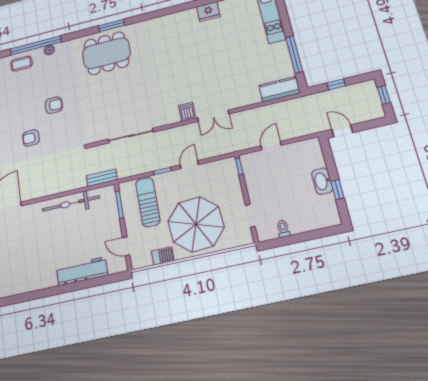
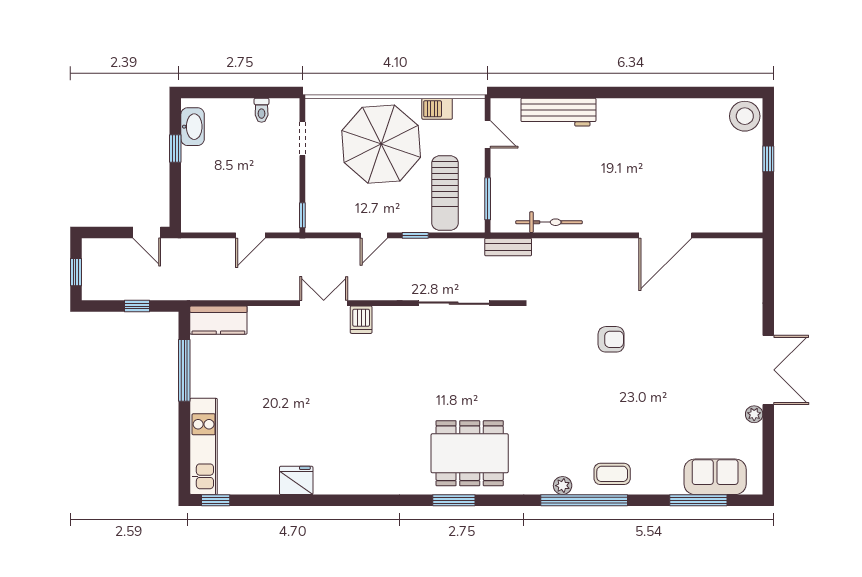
armchair: (54, 105) -> (567, 386), removed
washbasin: (322, 181) -> (193, 127), moved
bicycle: (71, 203) -> (549, 222), width x0.73, depth x0.71

